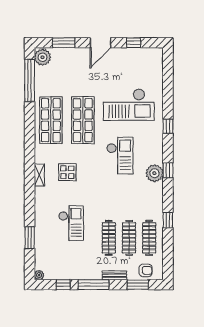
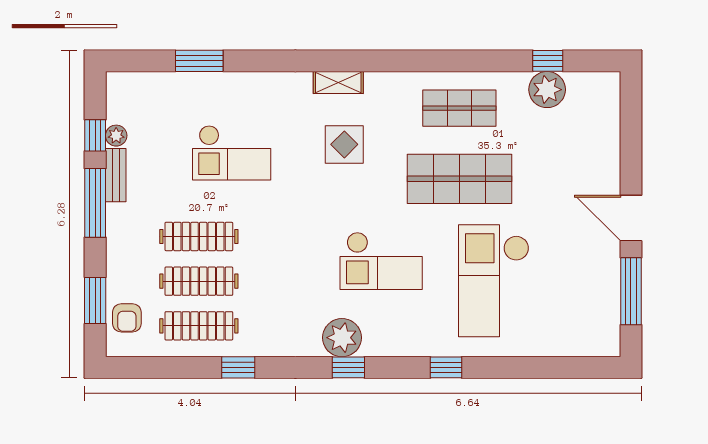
window: (64, 43) -> (631, 137), removed
window: (134, 43) -> (631, 291), width x2.17
plant: (42, 57) -> (547, 90), moved
window: (30, 80) -> (548, 61), width x0.32
shop shelf: (51, 120) -> (459, 108), width x0.70, depth x0.74
plant: (39, 275) -> (116, 136), moved
bench: (114, 275) -> (116, 175), moved

